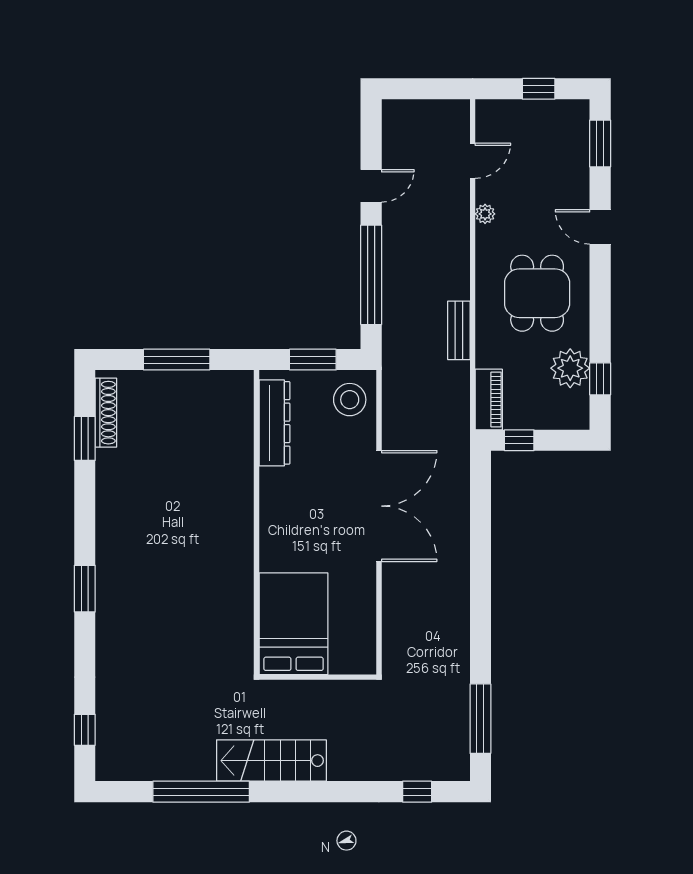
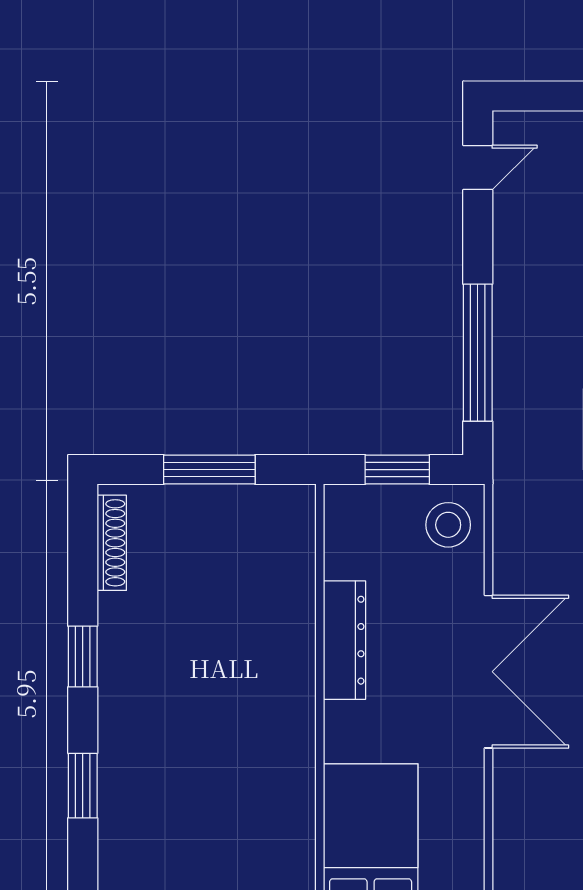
door: (371, 186) -> (478, 167), moved
dresser: (274, 423) -> (344, 640), moved
window: (85, 438) -> (83, 657), moved

